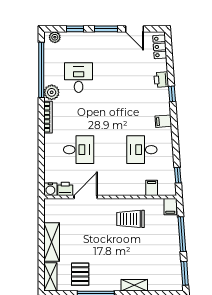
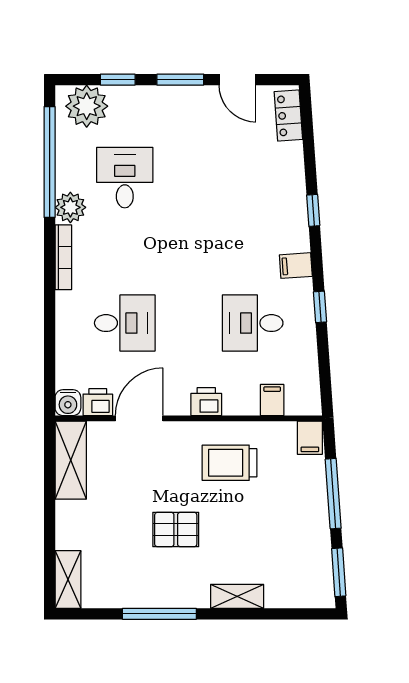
plant: (55, 37) -> (87, 106), width x1.88, depth x1.88
printer: (161, 80) -> (206, 402), moved, turned 94
window: (178, 175) -> (320, 307), moved
shelving: (52, 242) -> (71, 460), moved
pallet: (80, 274) -> (176, 530), moved, turned 90

